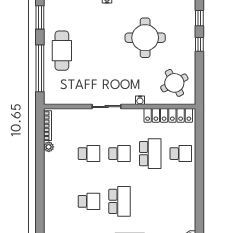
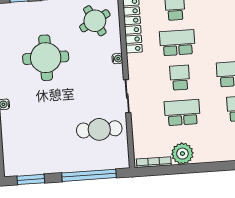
cafe table: (62, 51) -> (99, 129), moved
plant: (49, 147) -> (182, 154), width x1.87, depth x1.87
school desk: (89, 154) -> (182, 113), width x1.85

